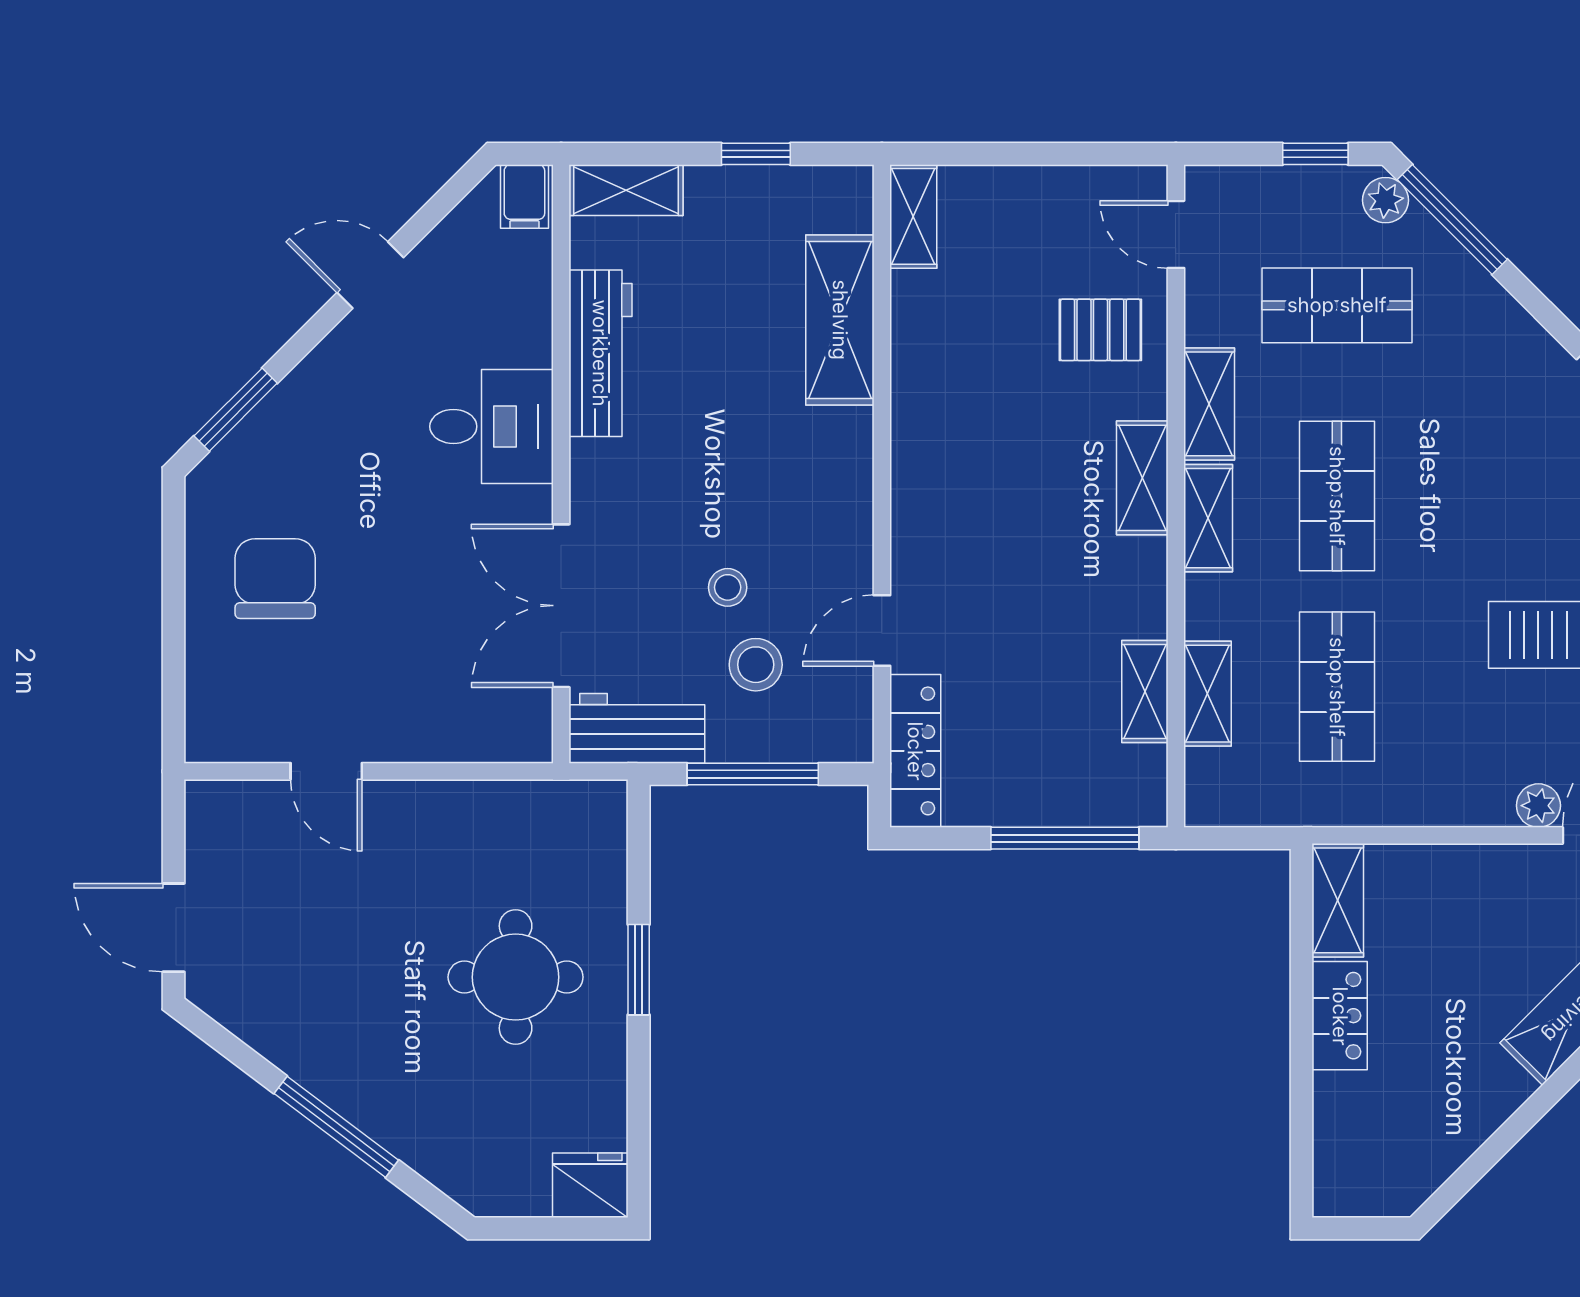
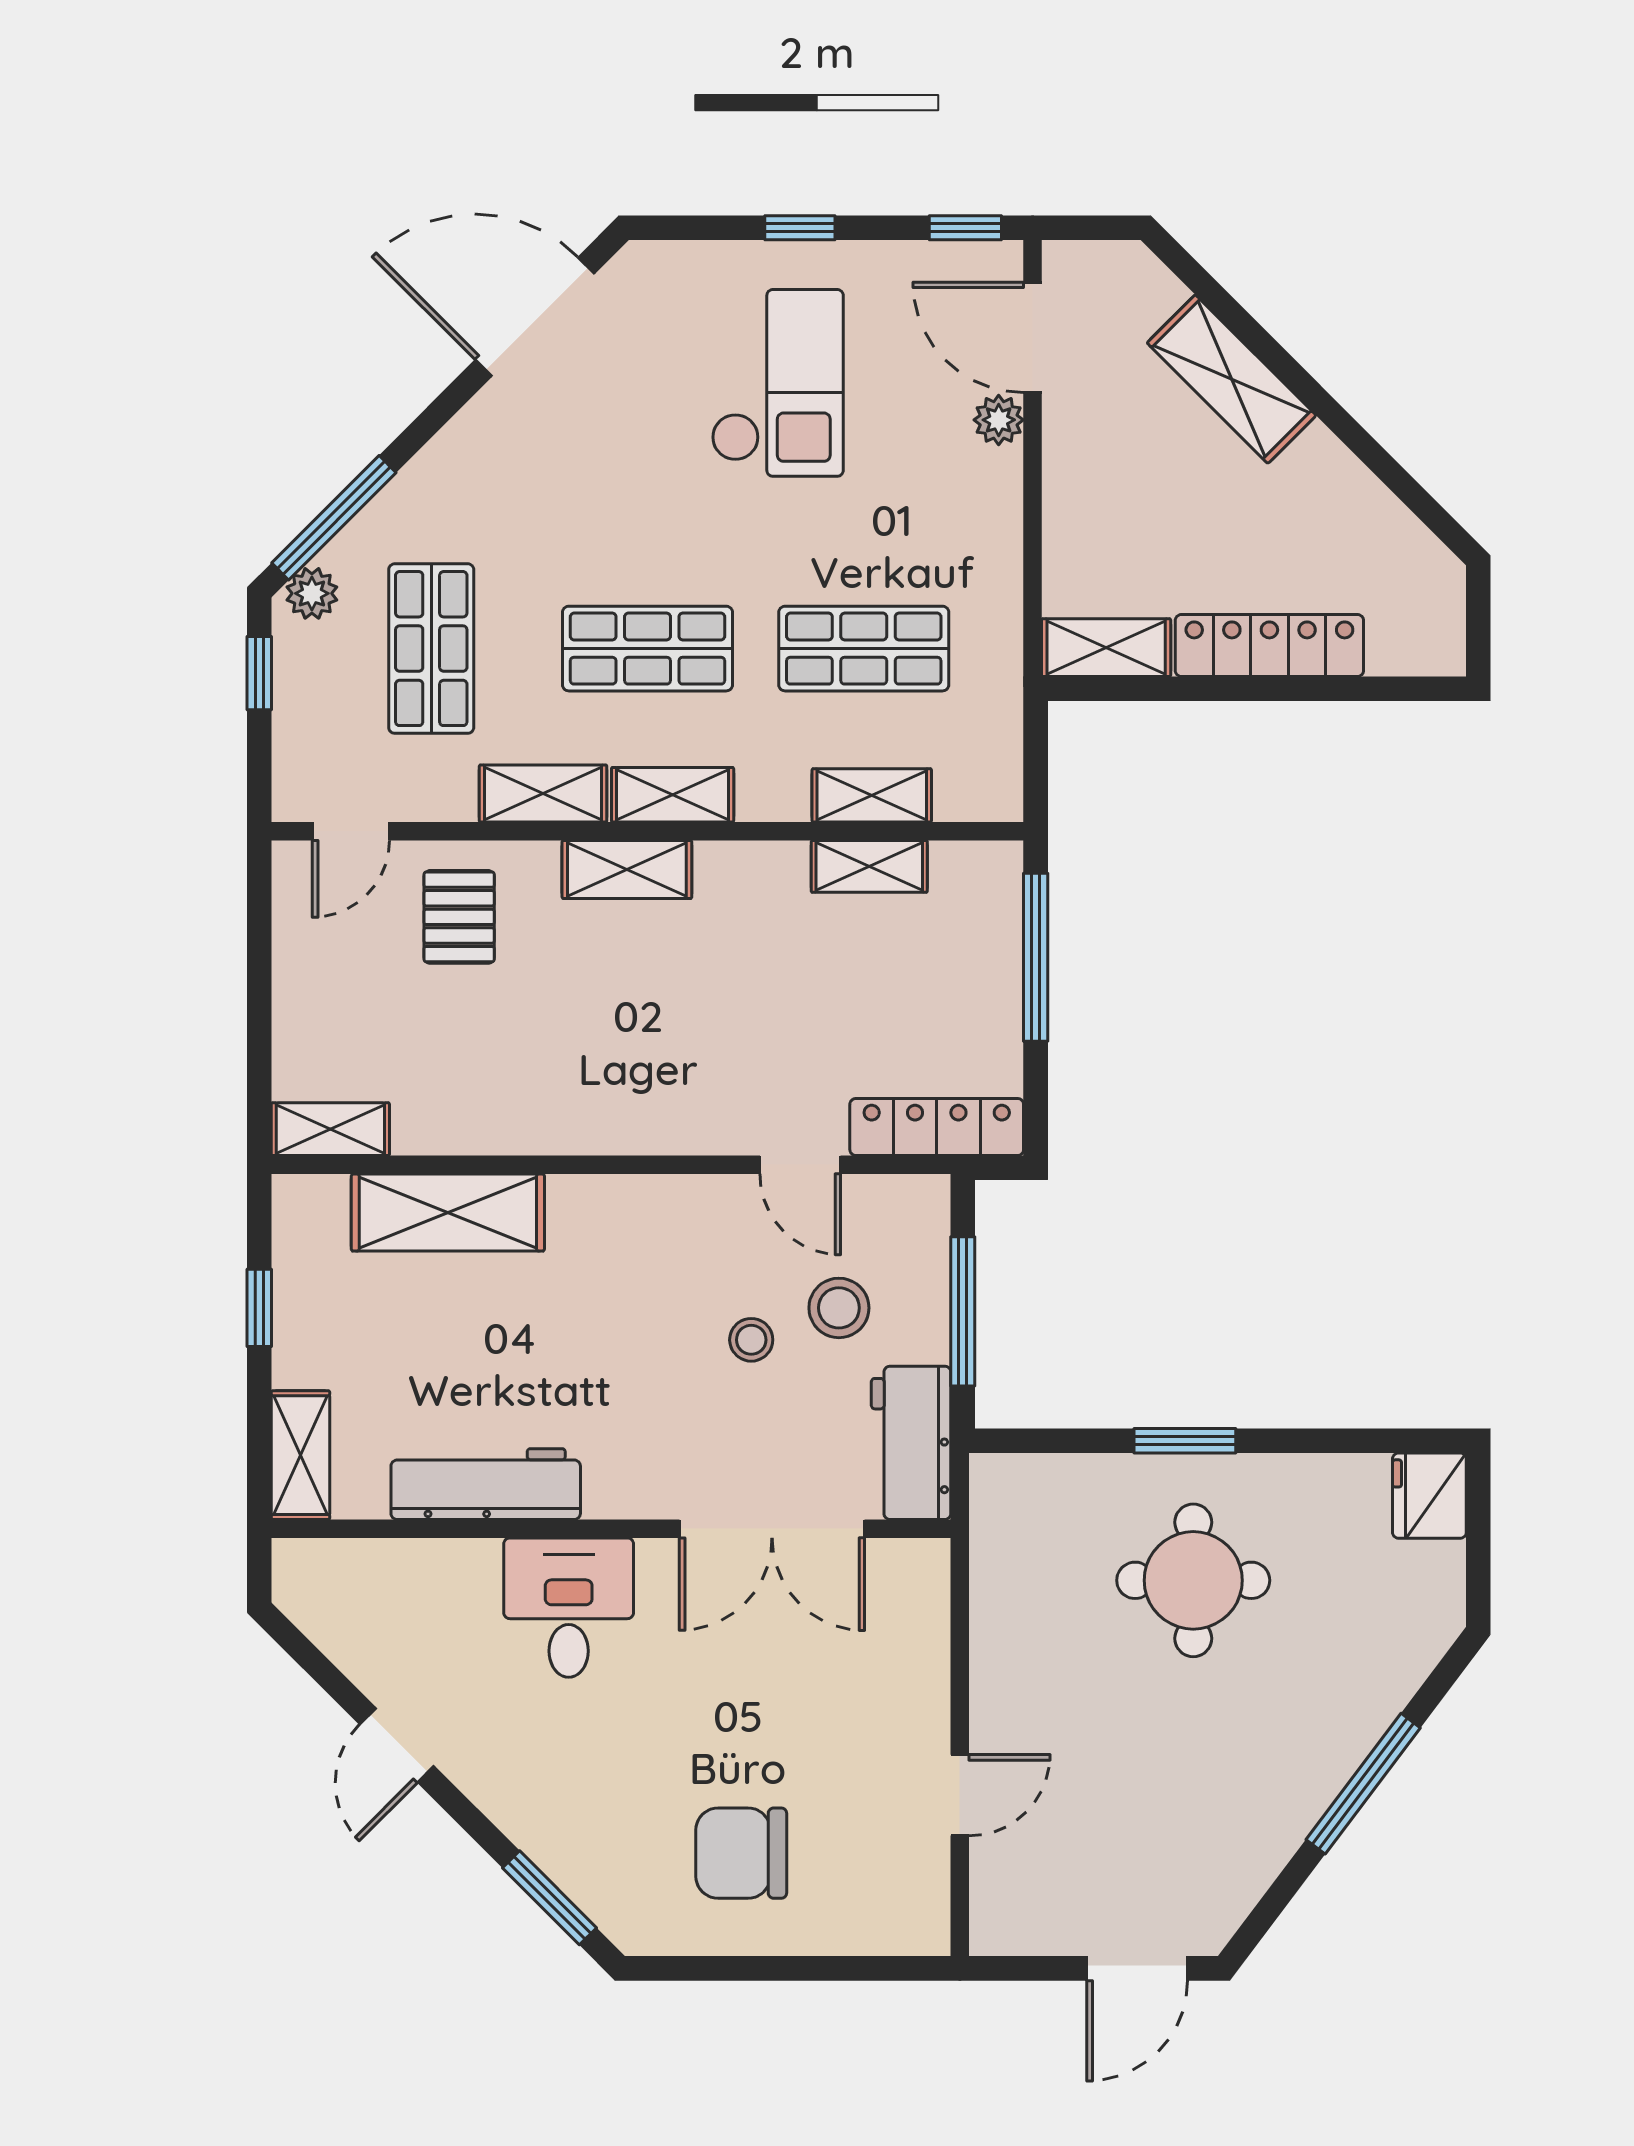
filing cabinet: (524, 196) -> (308, 1570), removed
locker: (1340, 1016) -> (1269, 645), width x1.53

